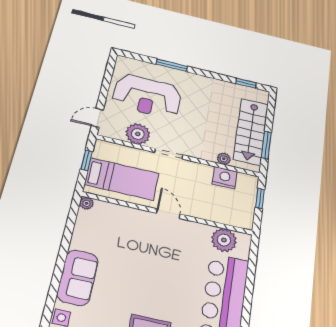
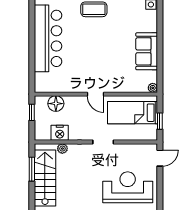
plant: (138, 134) -> (128, 152), removed
window: (260, 198) -> (32, 112), moved
floor lamp: (225, 214) -> (56, 104), added
plant: (224, 240) -> (54, 84), removed
sofa: (78, 277) -> (147, 51), moved

